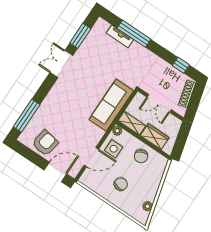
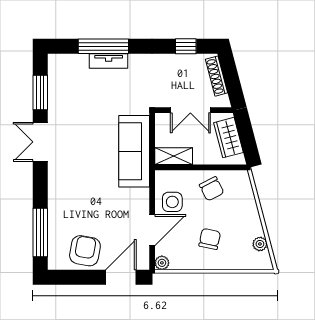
tv unit: (120, 36) -> (109, 61), moved
plant: (117, 131) -> (162, 263), moved
wardrobe: (155, 137) -> (228, 138), moved, turned -105

